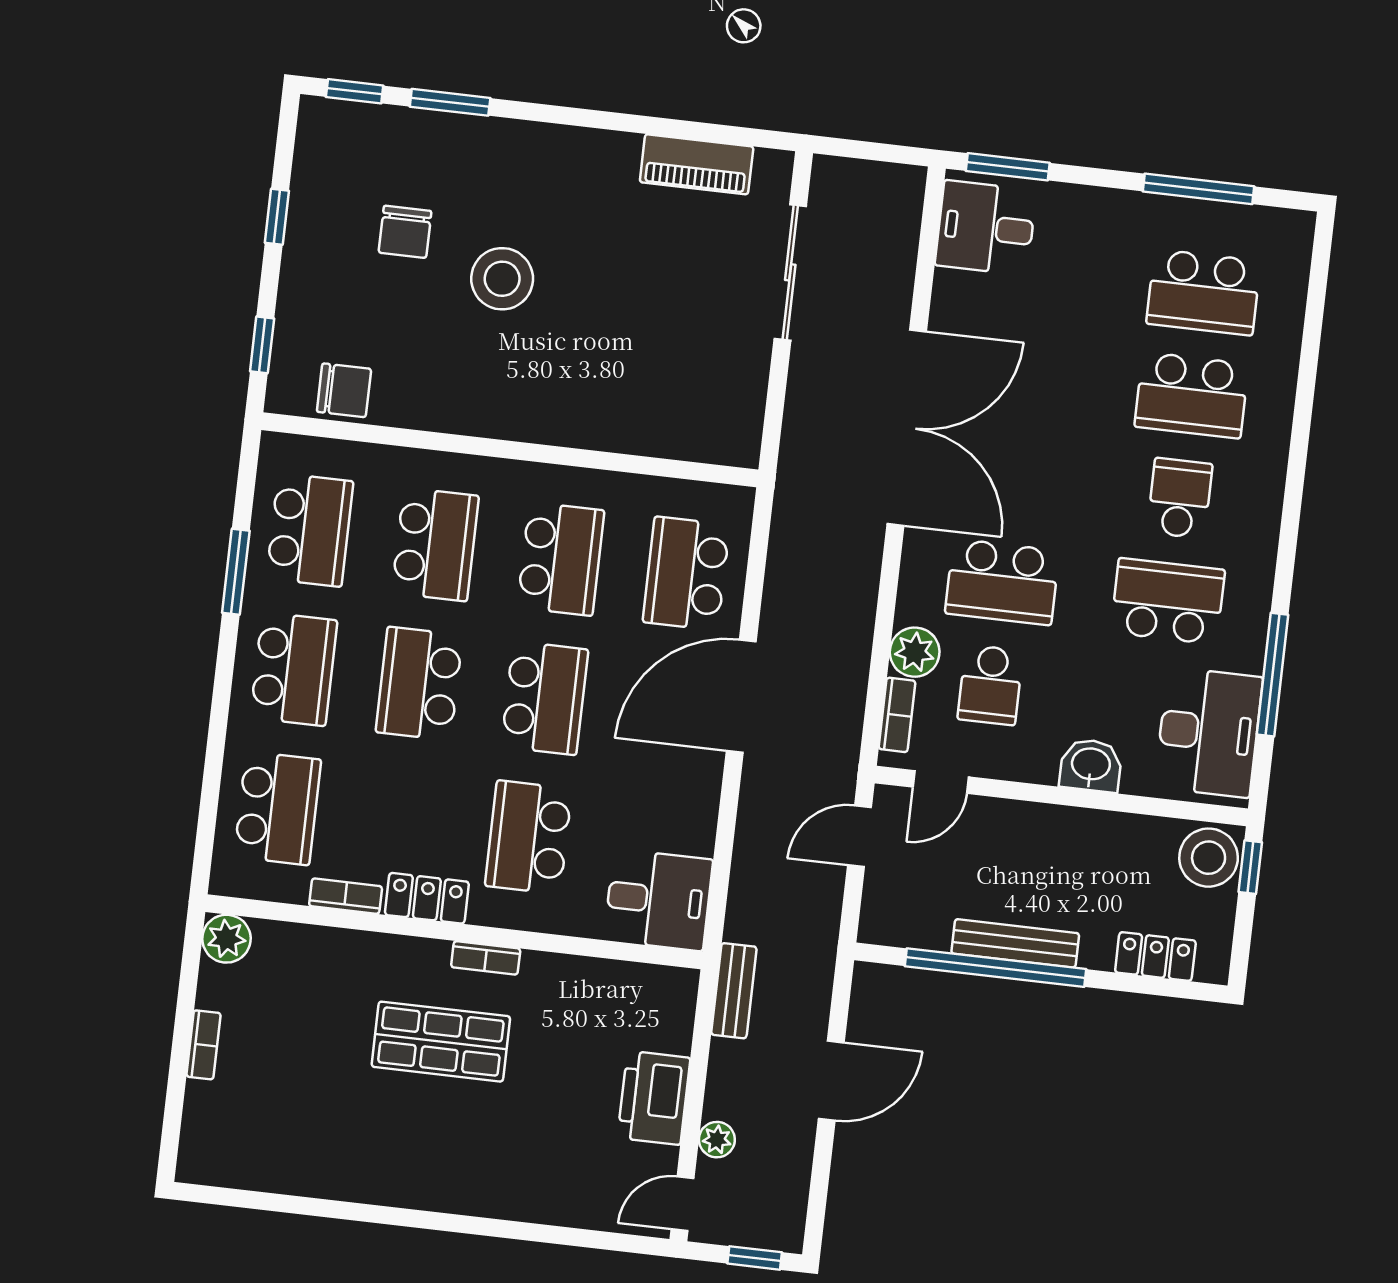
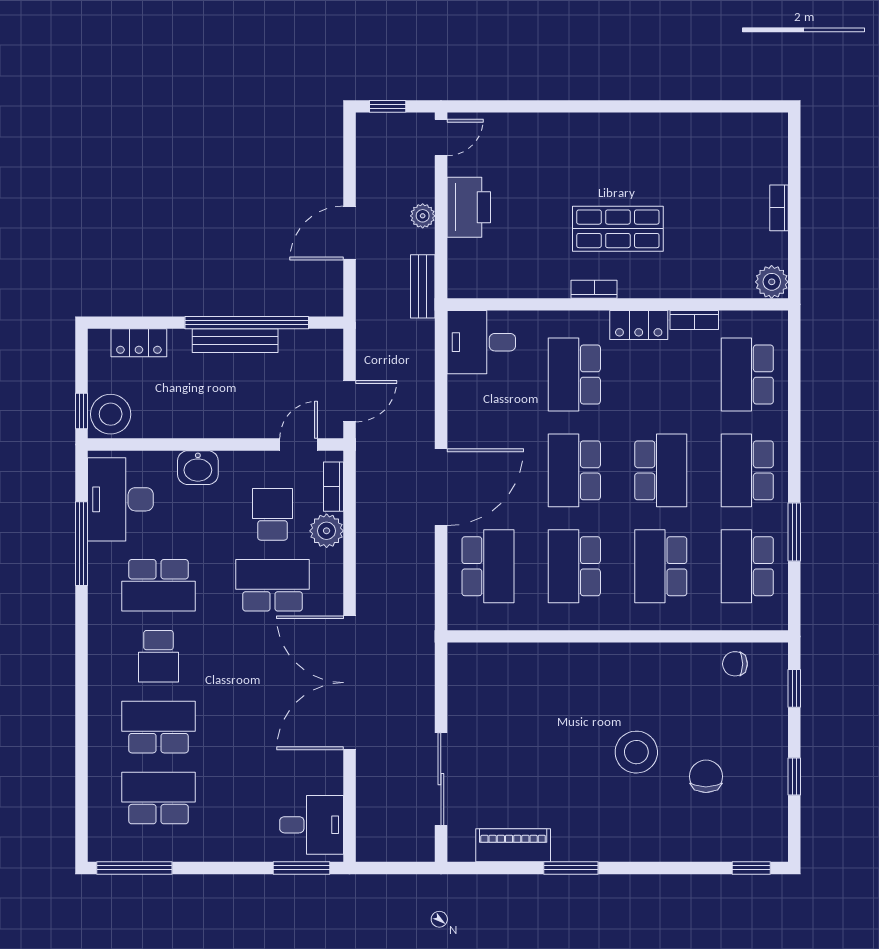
window: (450, 102) -> (571, 868), moved
window: (1198, 189) -> (134, 868), moved
chair: (344, 390) -> (735, 664), width x0.73, depth x0.73
school desk: (529, 837) -> (574, 375), turned 180
plant: (717, 1140) -> (423, 216), moved

